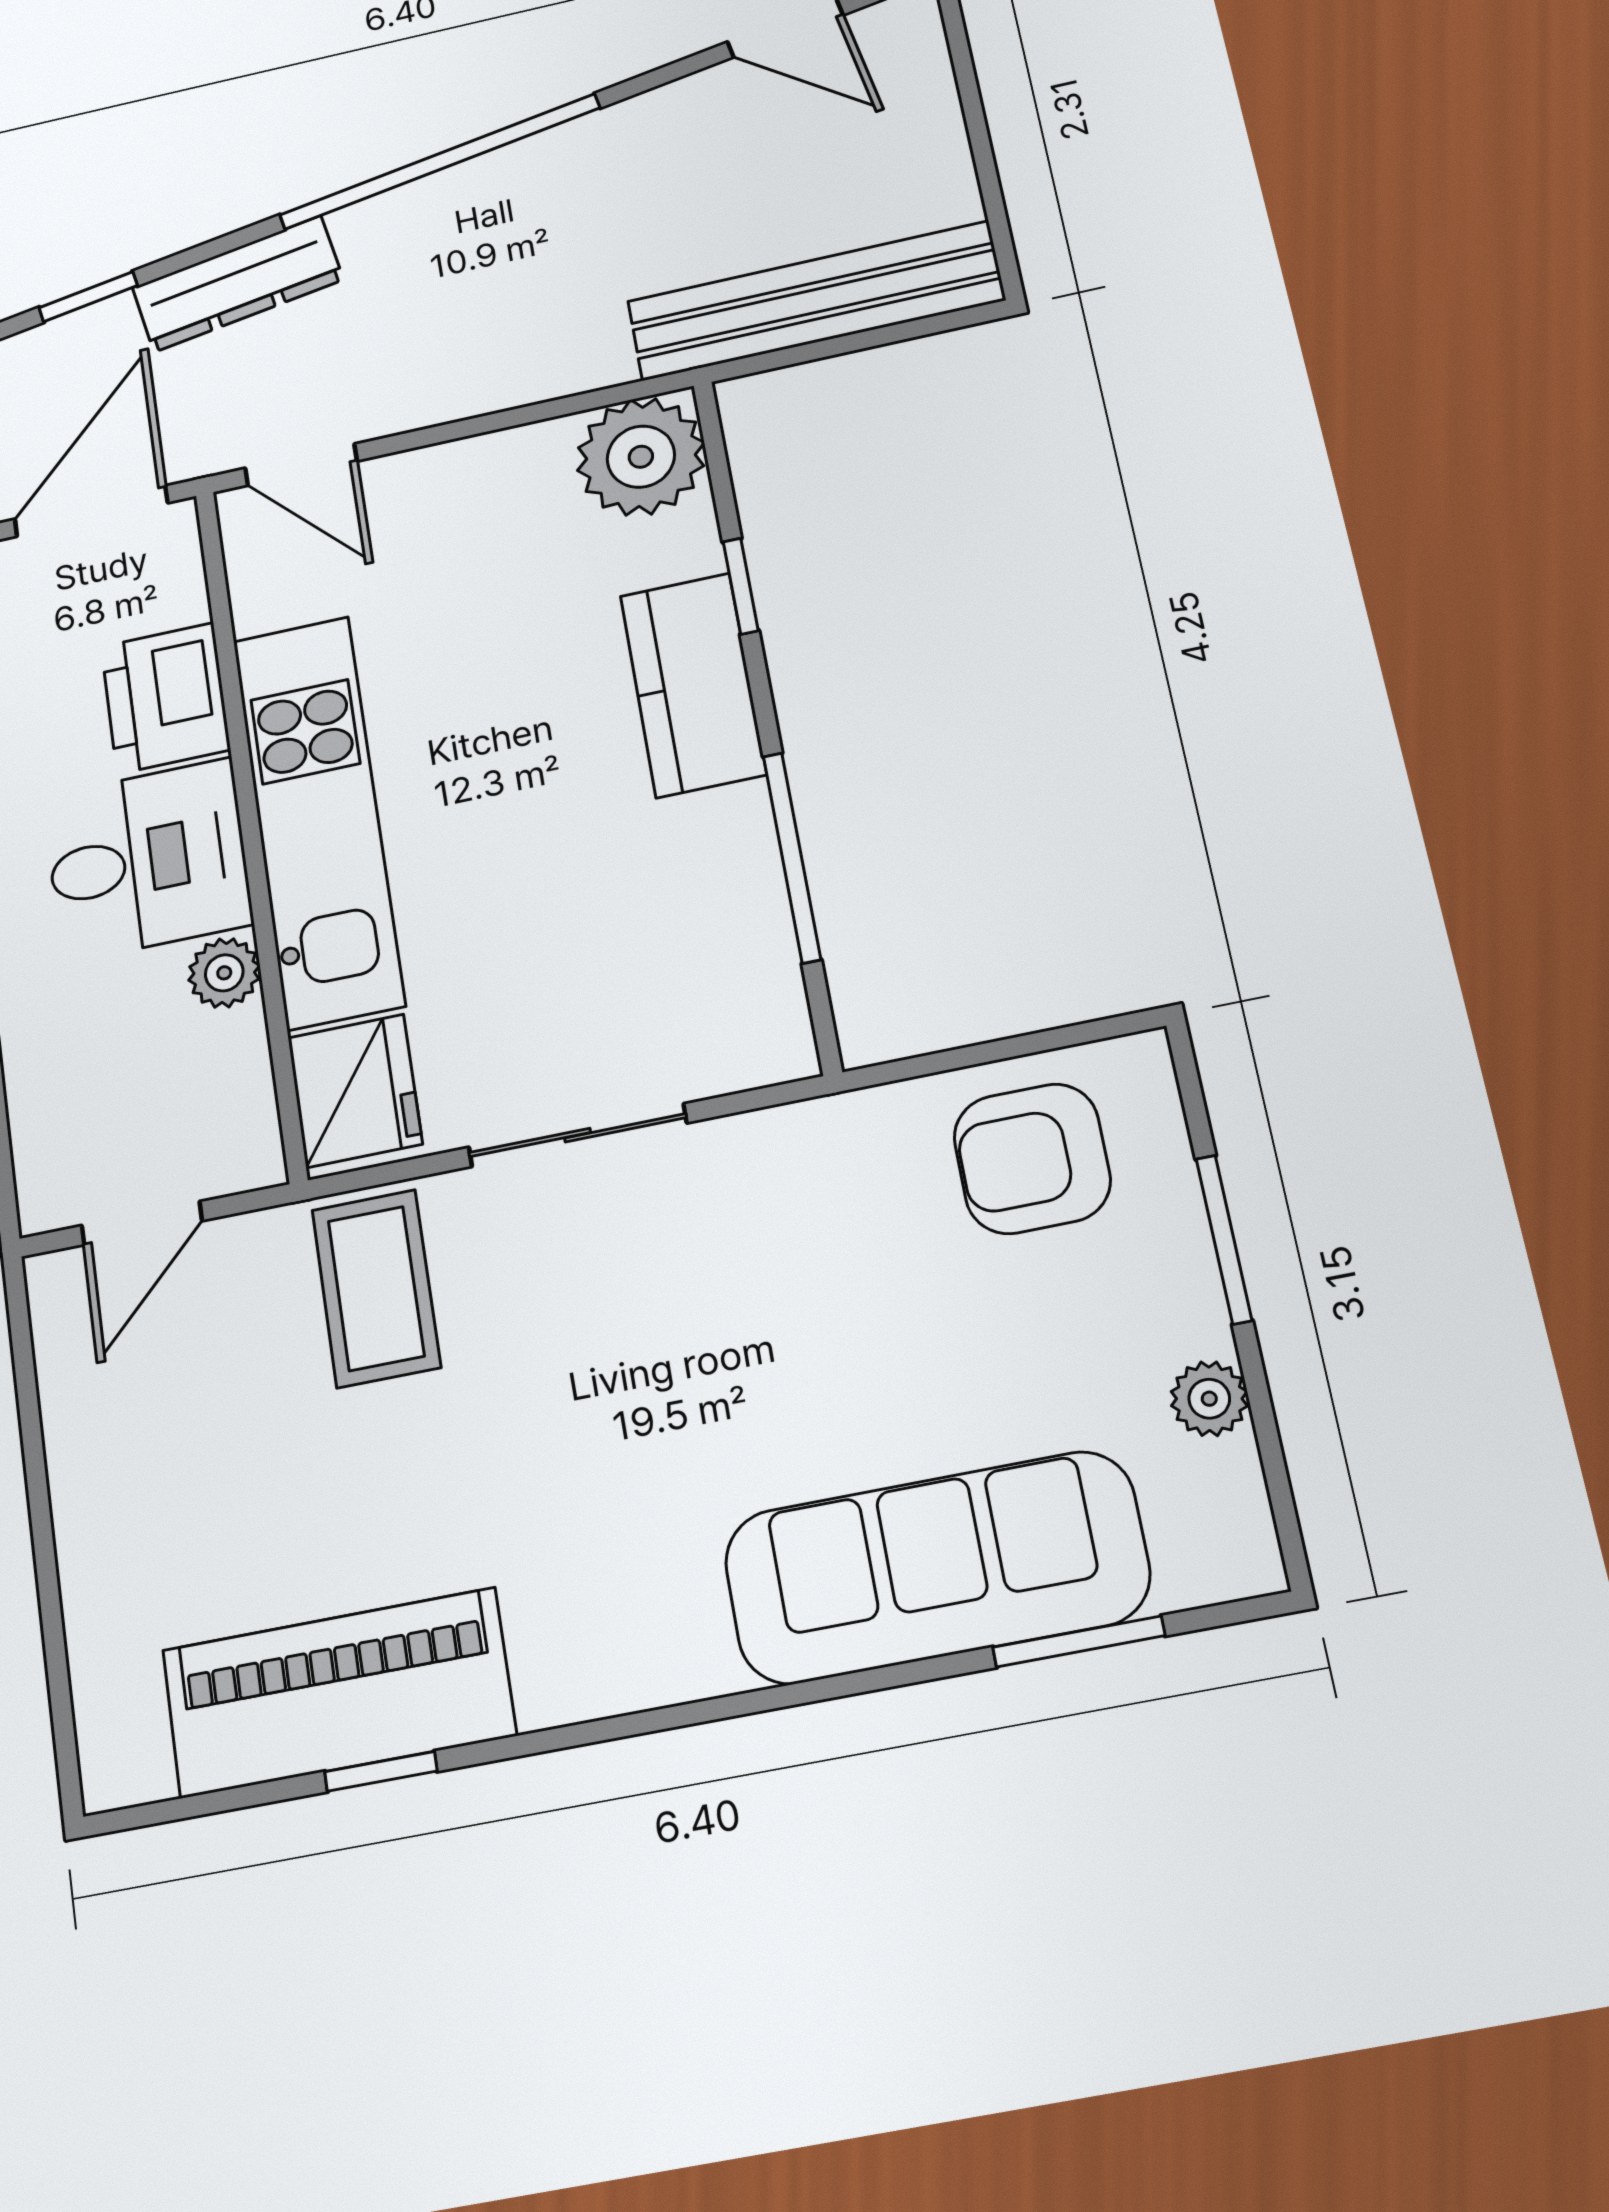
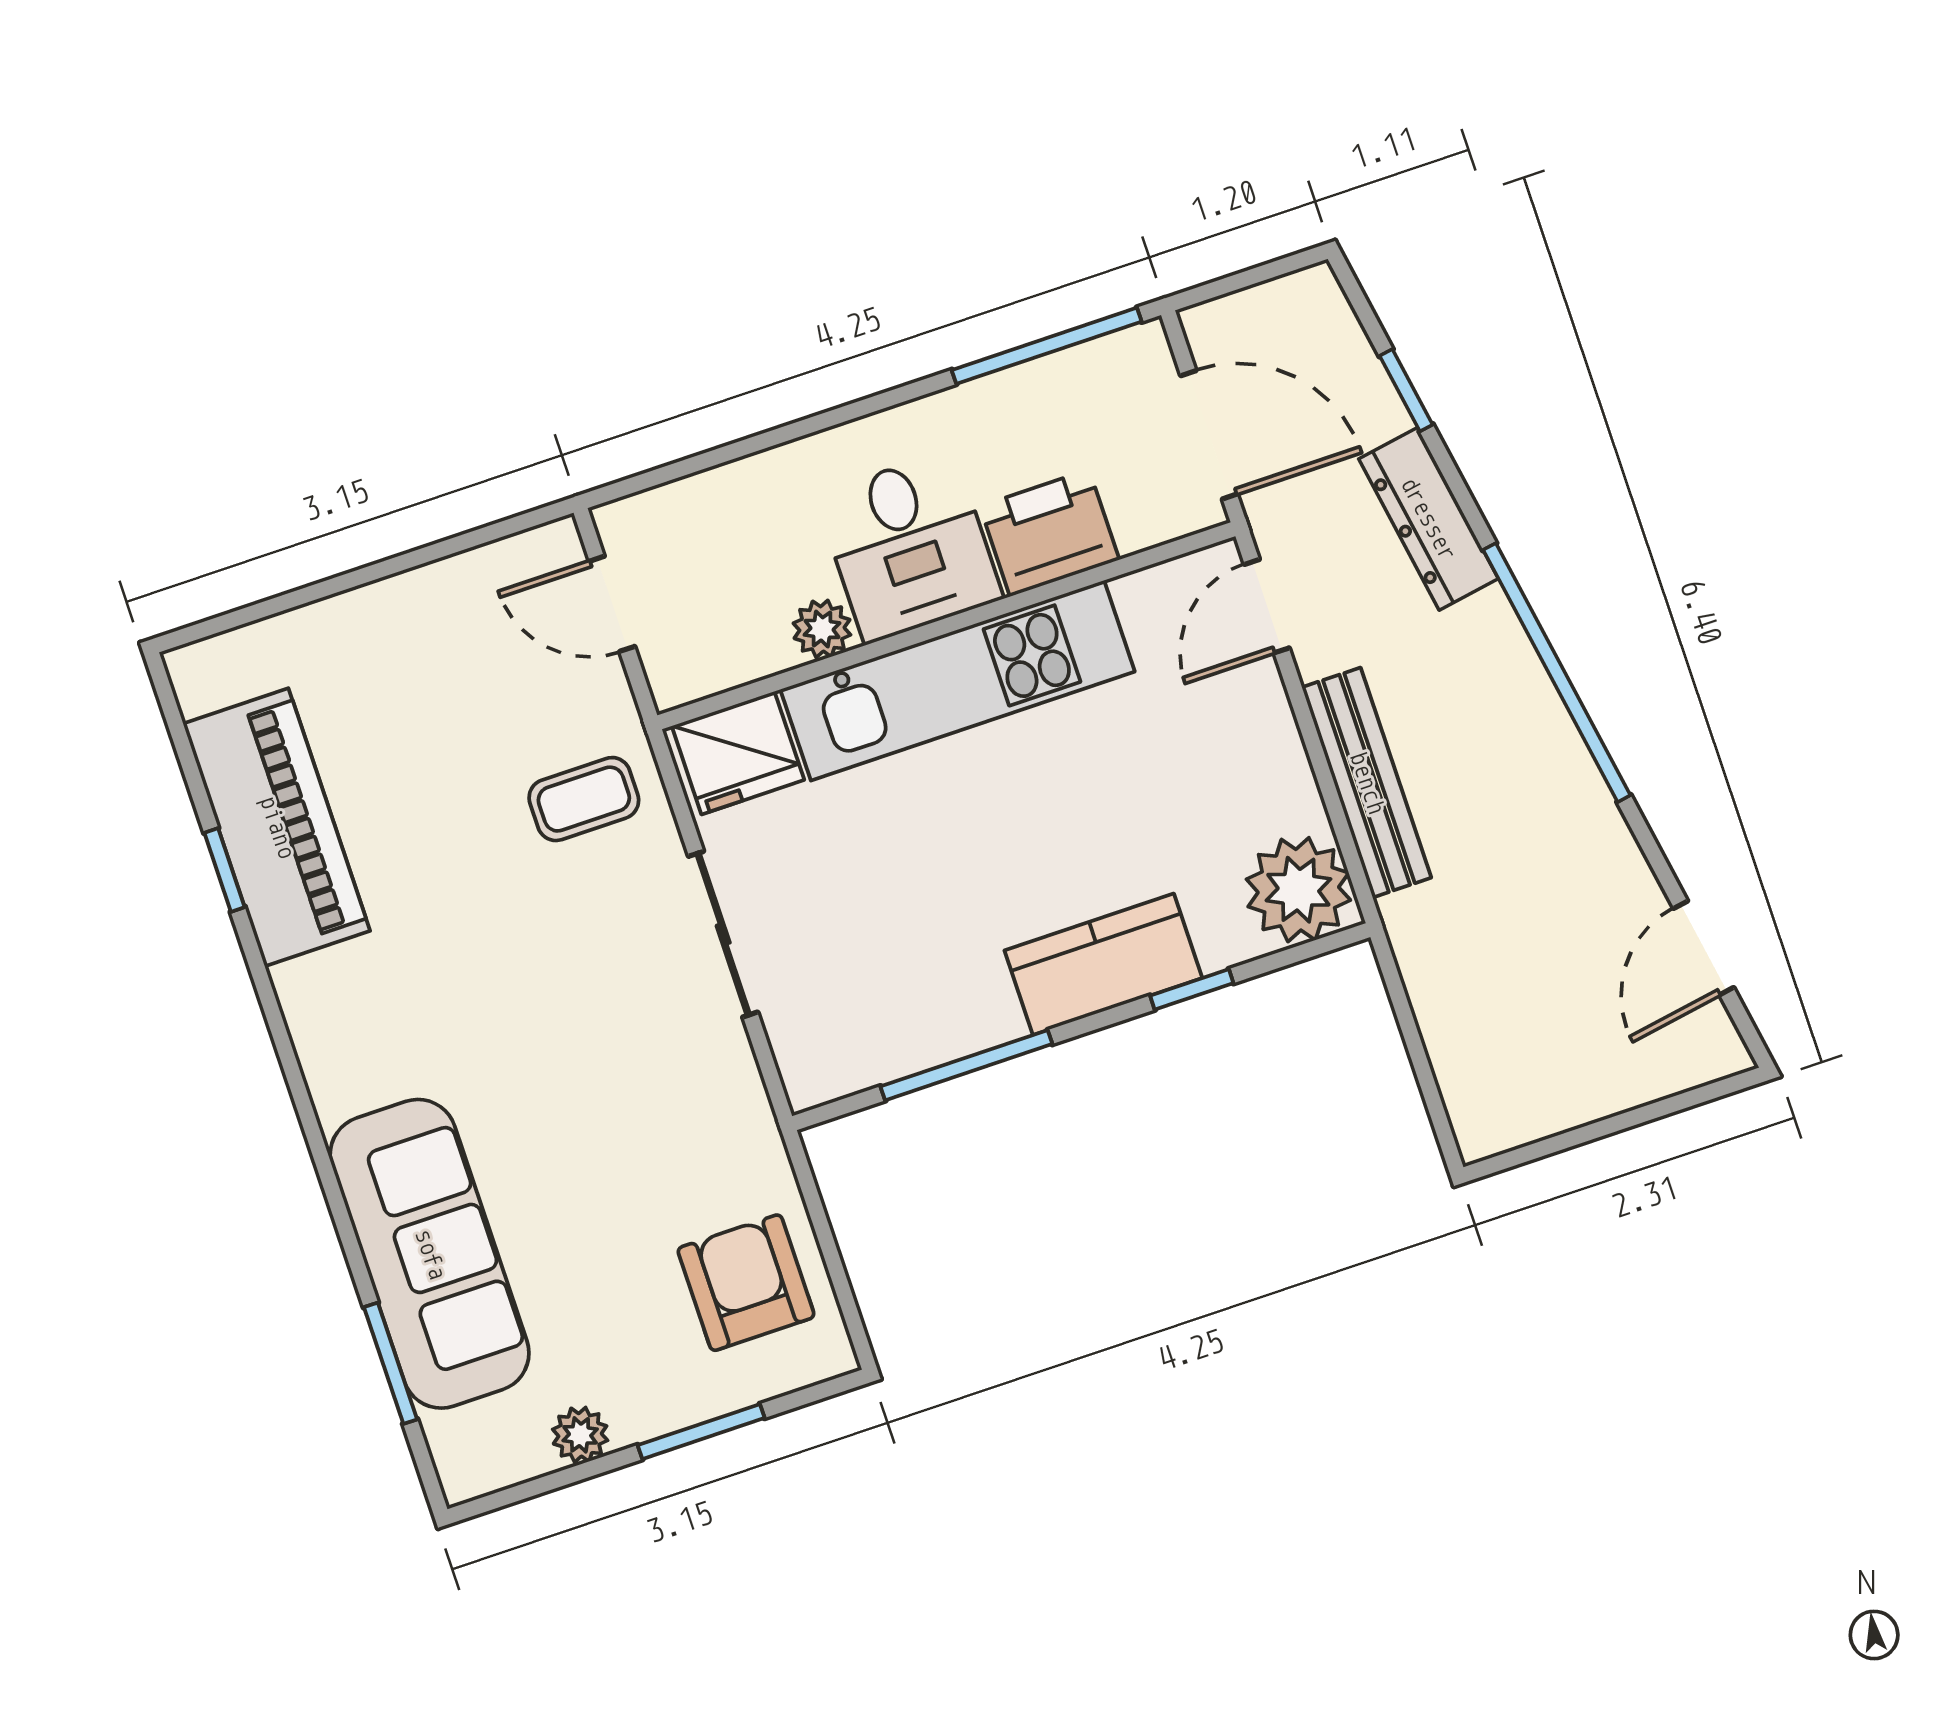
bench: (815, 301) -> (1367, 783), moved, width x0.73, depth x0.82
coffee table: (376, 1288) -> (584, 799), width x0.73, depth x0.77

